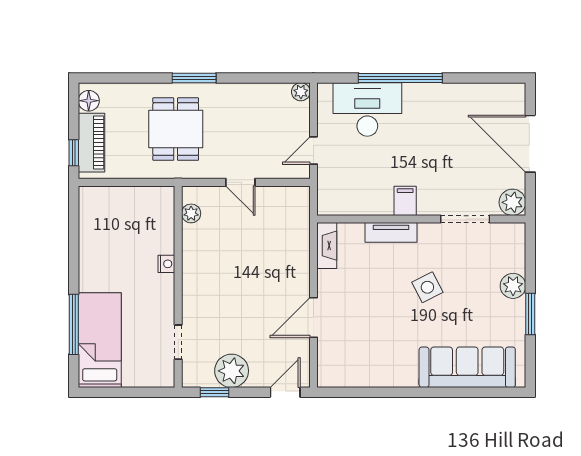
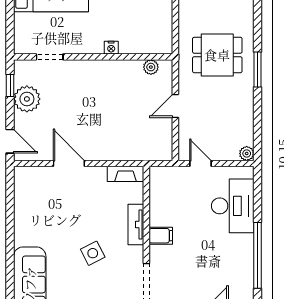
window: (400, 78) -> (258, 255), moved

